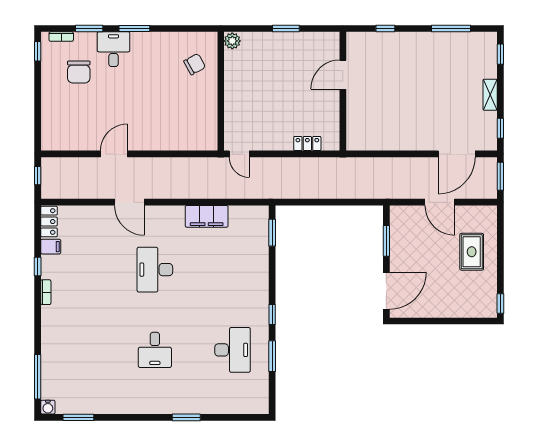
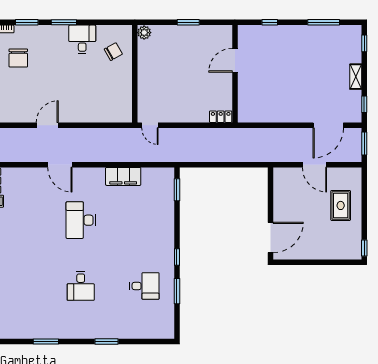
desk: (114, 49) -> (82, 39), moved
locker: (307, 143) -> (221, 117), moved
window: (386, 241) -> (271, 197), removed
desk: (233, 350) -> (144, 286), width x0.73
window: (78, 417) -> (46, 341), moved

